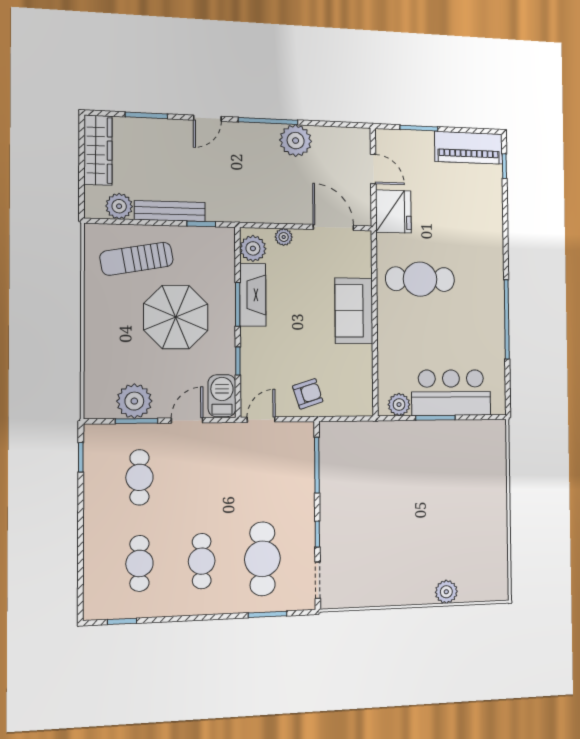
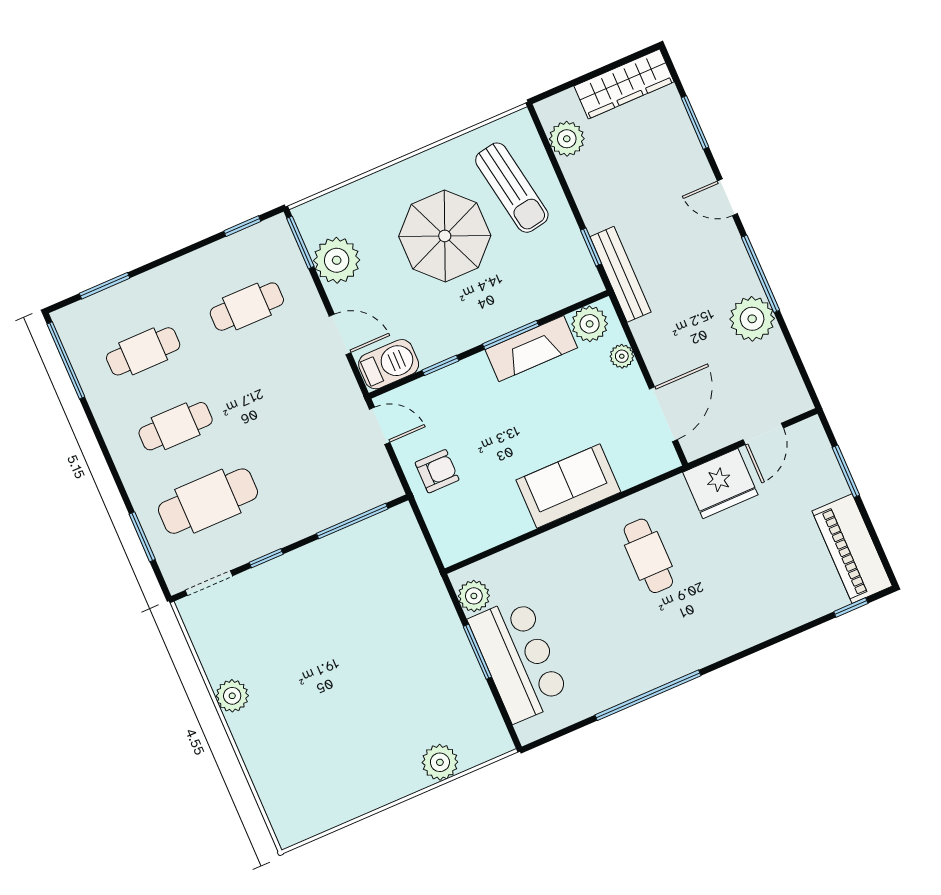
bench: (170, 211) -> (620, 274), moved
sun lounger: (137, 259) -> (512, 188), turned 180
cafe table: (420, 279) -> (648, 556), width x0.73, depth x0.74
parasol: (176, 317) -> (445, 236), moved
armchair: (308, 394) -> (437, 471), turned -72
window: (136, 421) -> (300, 242), moved
plant: (495, 473) -> (440, 762), added
window: (80, 573) -> (105, 286), added
plant: (446, 592) -> (232, 696), moved
window: (122, 621) -> (66, 360), width x2.17

